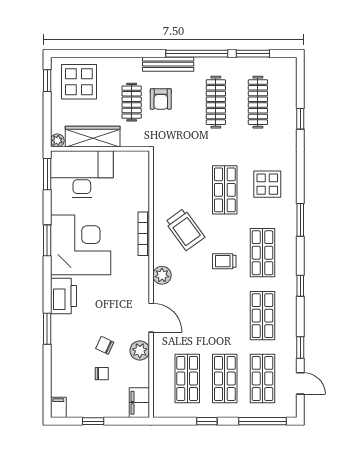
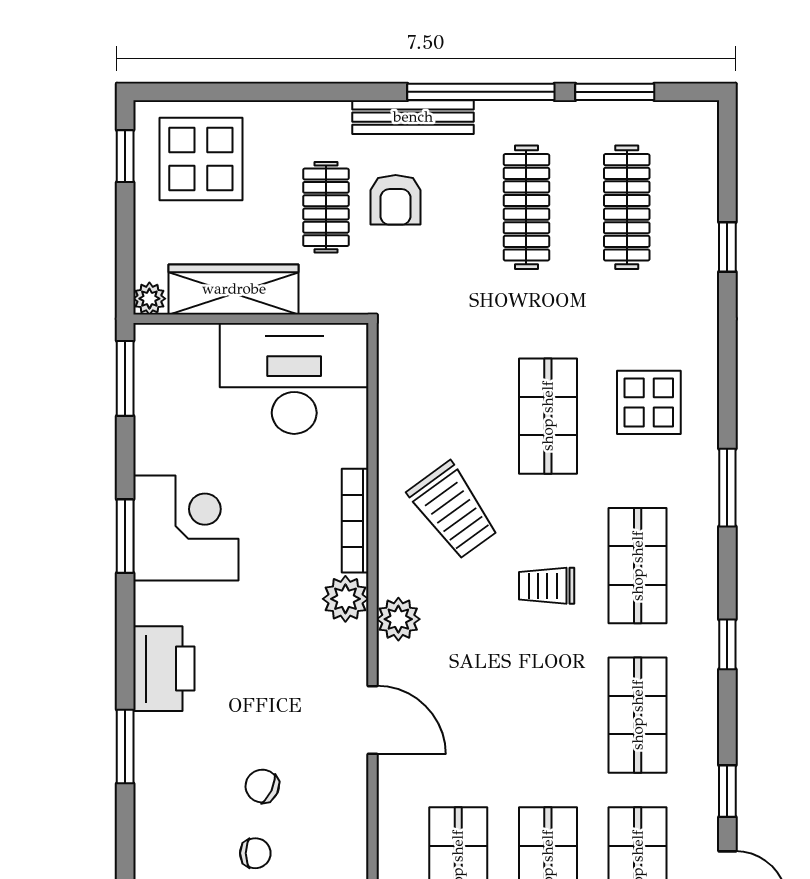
desk: (82, 174) -> (294, 378), moved
corner desk: (81, 245) -> (186, 528), width x0.74, depth x0.74
plant: (140, 351) -> (345, 599), moved

